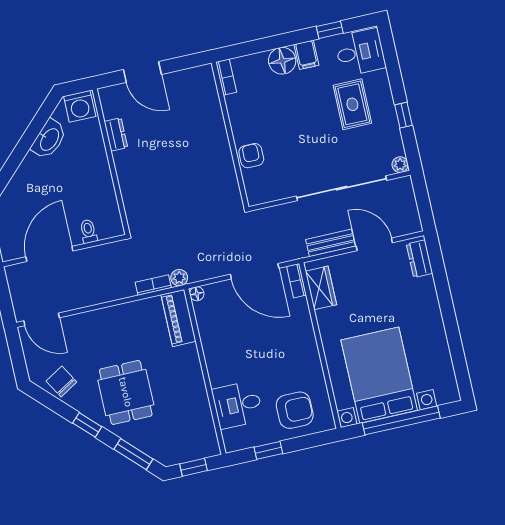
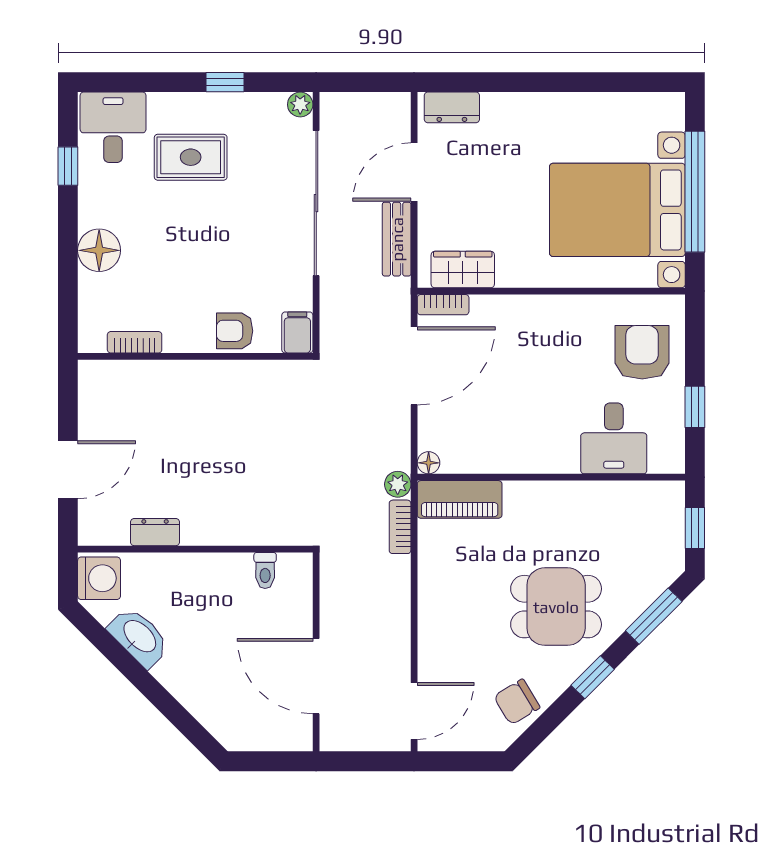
filing cabinet: (306, 55) -> (297, 332), moved, turned -90
bookcase: (226, 77) -> (135, 342), moved
toilet: (88, 231) -> (265, 570), moved, turned -90

